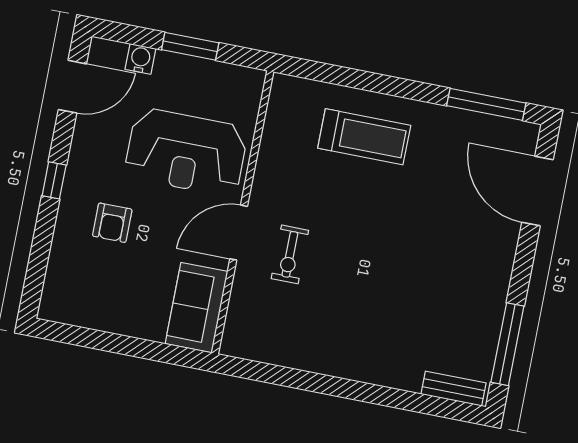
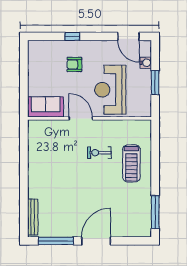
window: (54, 180) -> (72, 36), moved
door: (538, 191) -> (96, 241), moved
exercise bike: (290, 254) -> (99, 153), moved
bench: (453, 389) -> (33, 217), width x1.36

